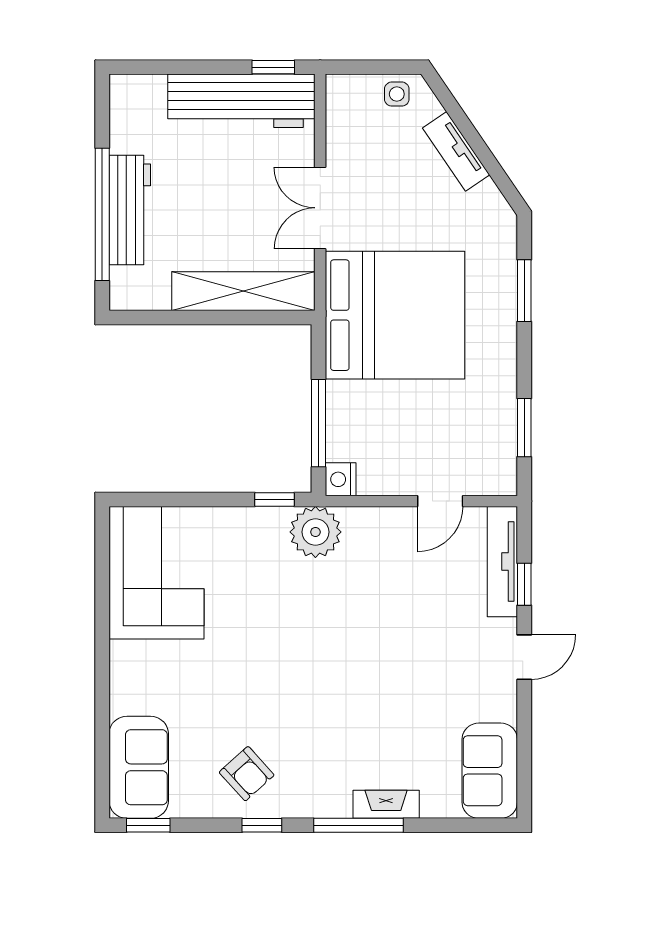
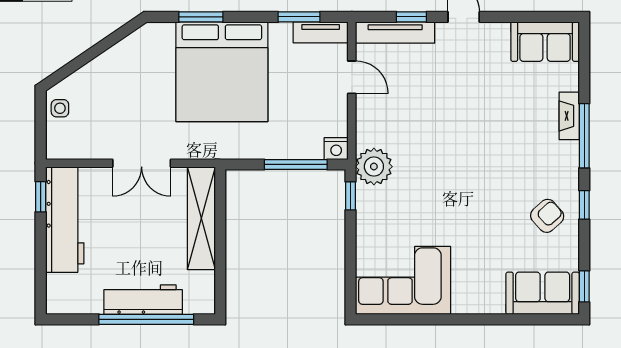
tv unit: (456, 151) -> (321, 32), moved, turned 34
bed: (395, 315) -> (222, 72), moved, turned 180

